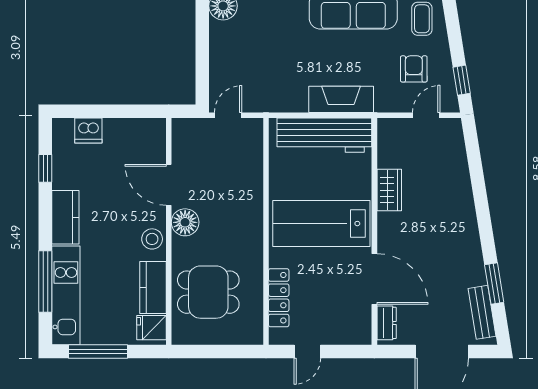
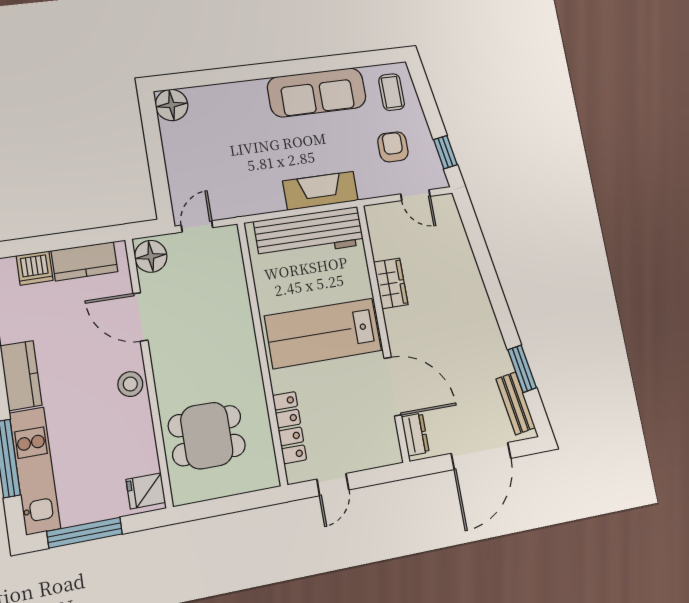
door: (426, 115) -> (415, 195), swing flipped
floor lamp: (185, 222) -> (151, 256), moved
kitchen counter: (153, 288) -> (85, 261), moved, turned -90

